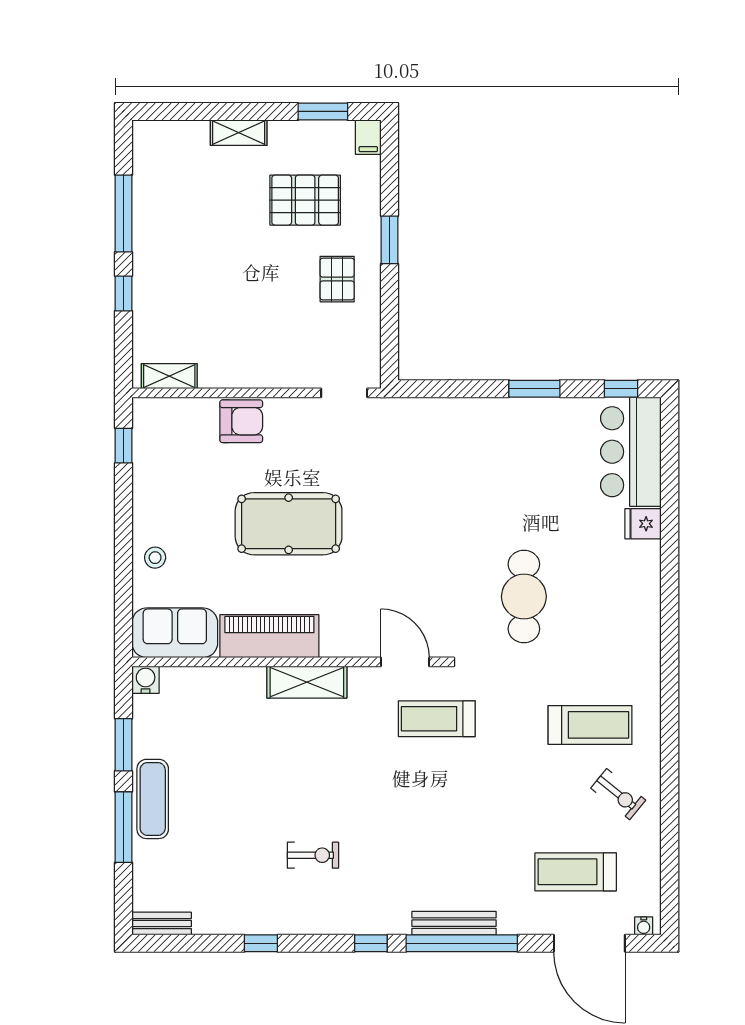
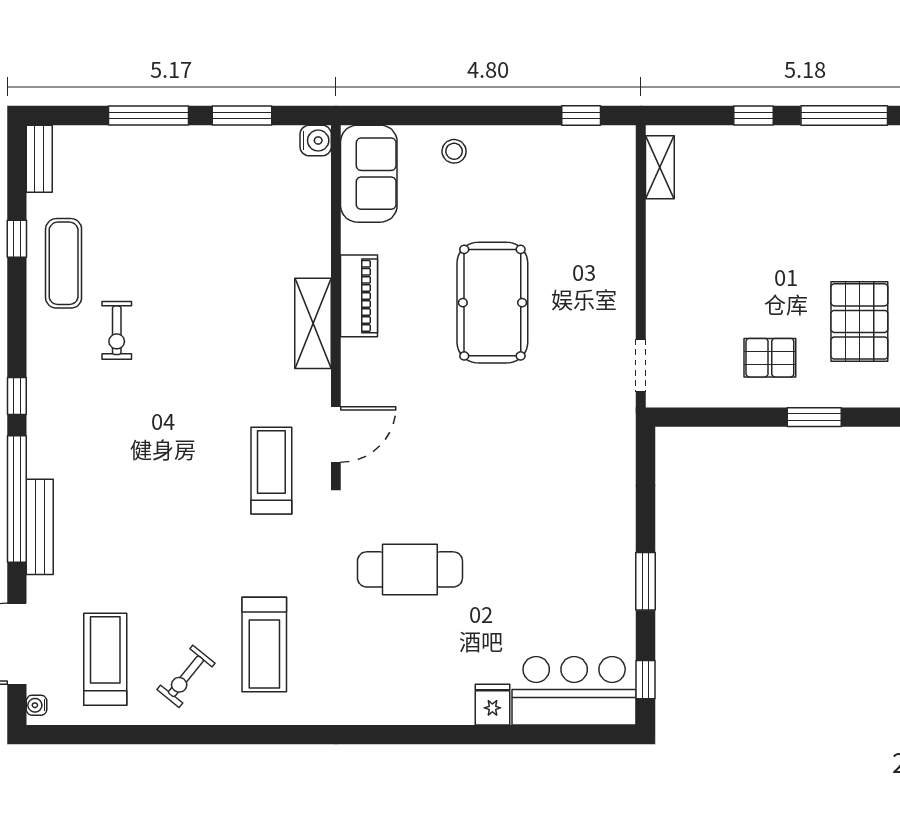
armchair: (241, 421) -> (609, 249), removed
piano: (269, 636) -> (359, 296), width x0.73, depth x0.75
exercise mat: (153, 799) -> (64, 263), moved, turned 90
treadmill: (576, 872) -> (105, 659), moved
bench: (454, 923) -> (40, 527), moved
window: (261, 943) -> (17, 239), moved

